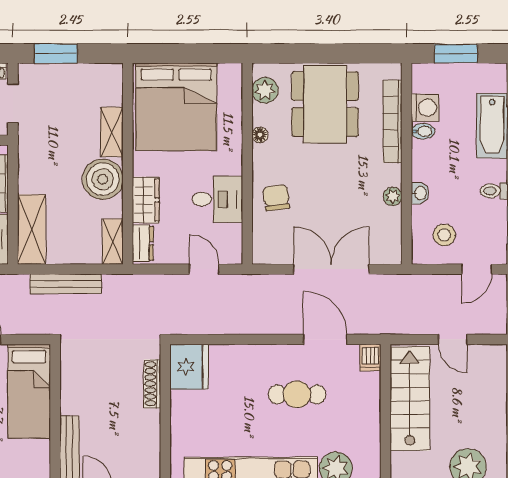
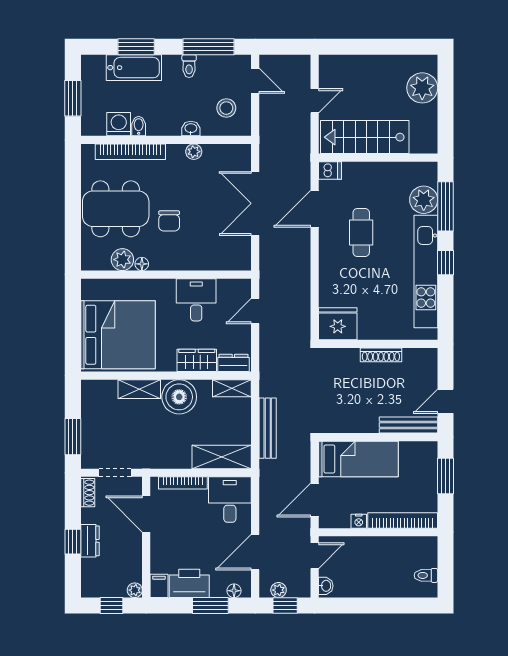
plant: (265, 90) -> (122, 260), moved
chair: (276, 198) -> (169, 221), moved, turned -83
shoe rack: (152, 384) -> (381, 355), moved

